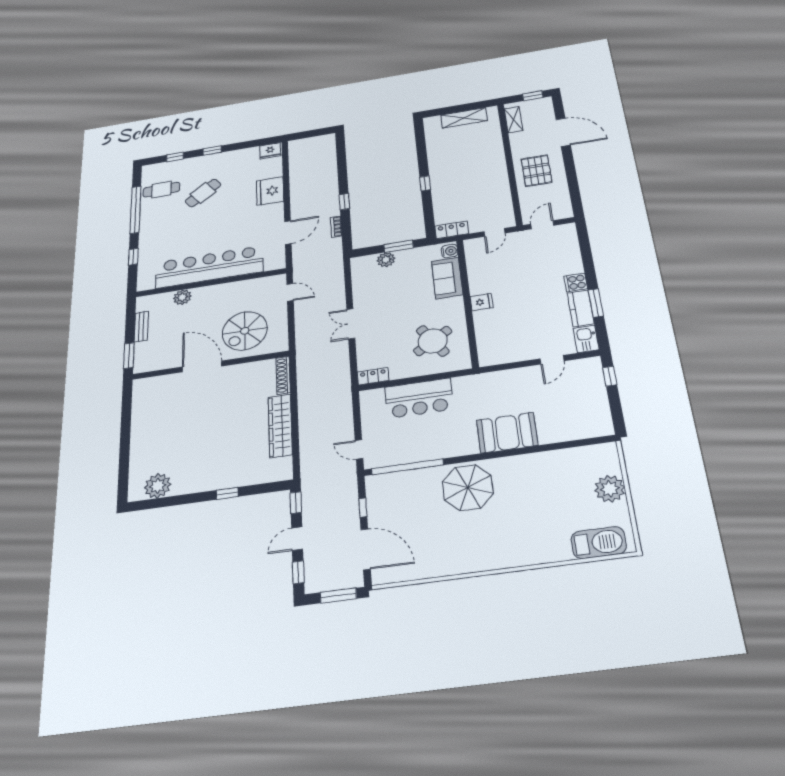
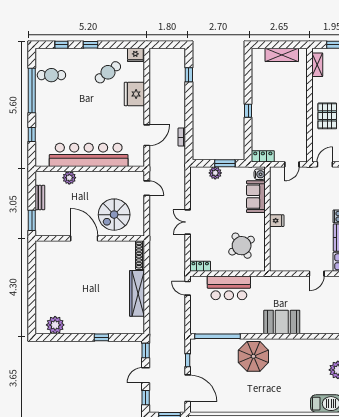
cafe table: (203, 193) -> (108, 72), moved
window: (344, 202) -> (189, 75), moved
door: (359, 449) -> (188, 288), moved

